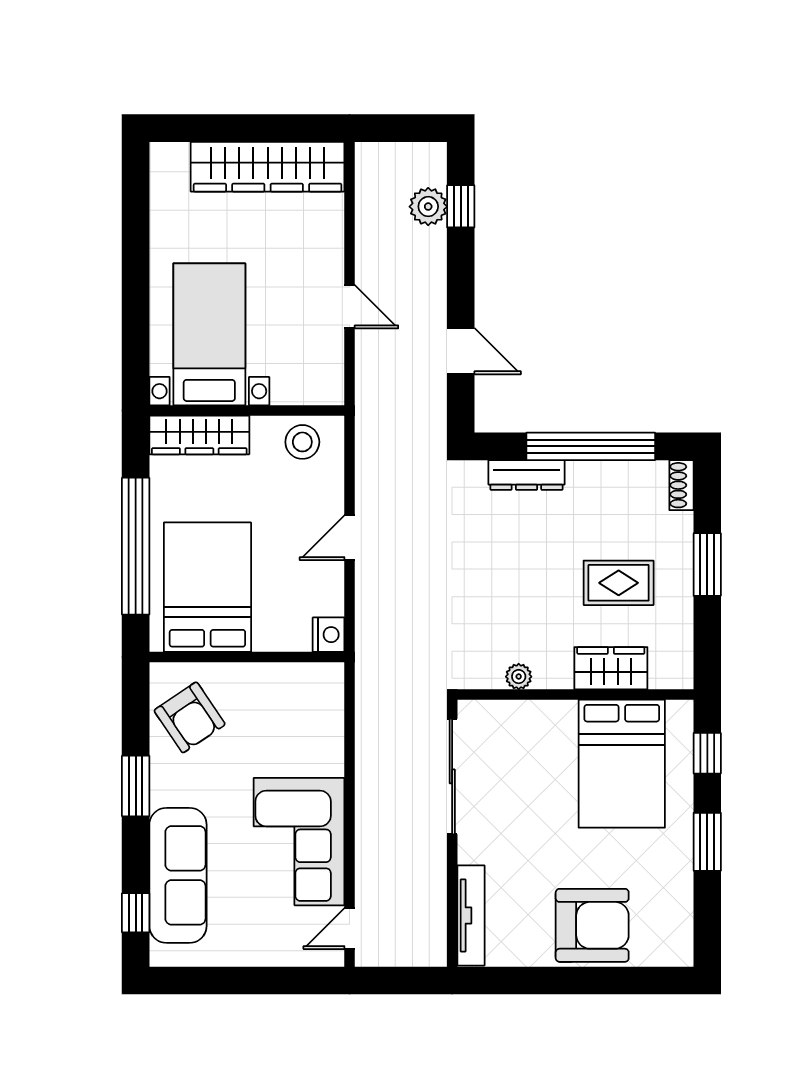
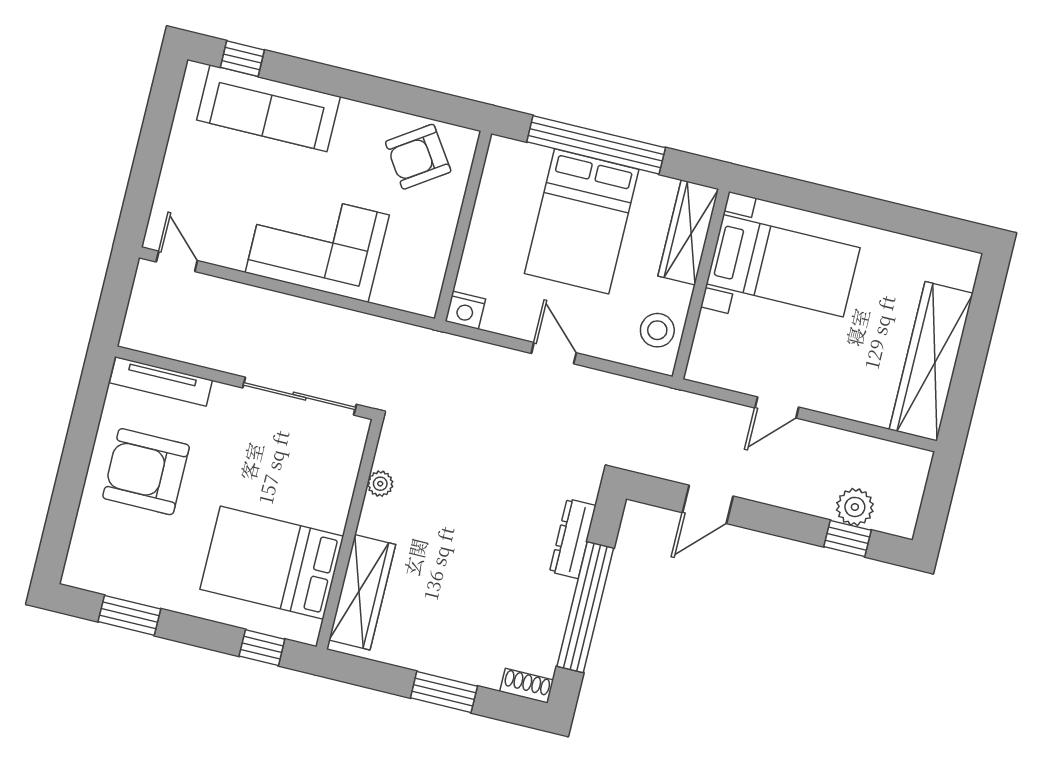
rug: (619, 583) -> (447, 602), removed
bed: (207, 587) -> (582, 221), moved, turned 90
wardrobe: (611, 668) -> (362, 592), width x1.50
window: (136, 786) -> (365, 88), removed
corner sofa: (299, 842) -> (317, 244), moved
window: (707, 842) -> (129, 615), moved
armchair: (592, 925) -> (146, 472), moved, turned 90

